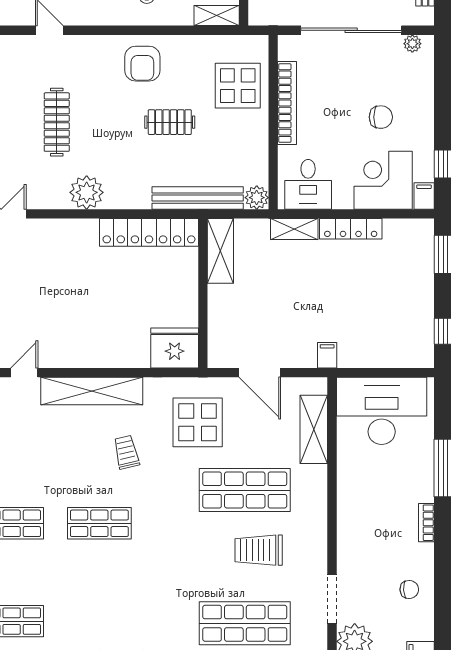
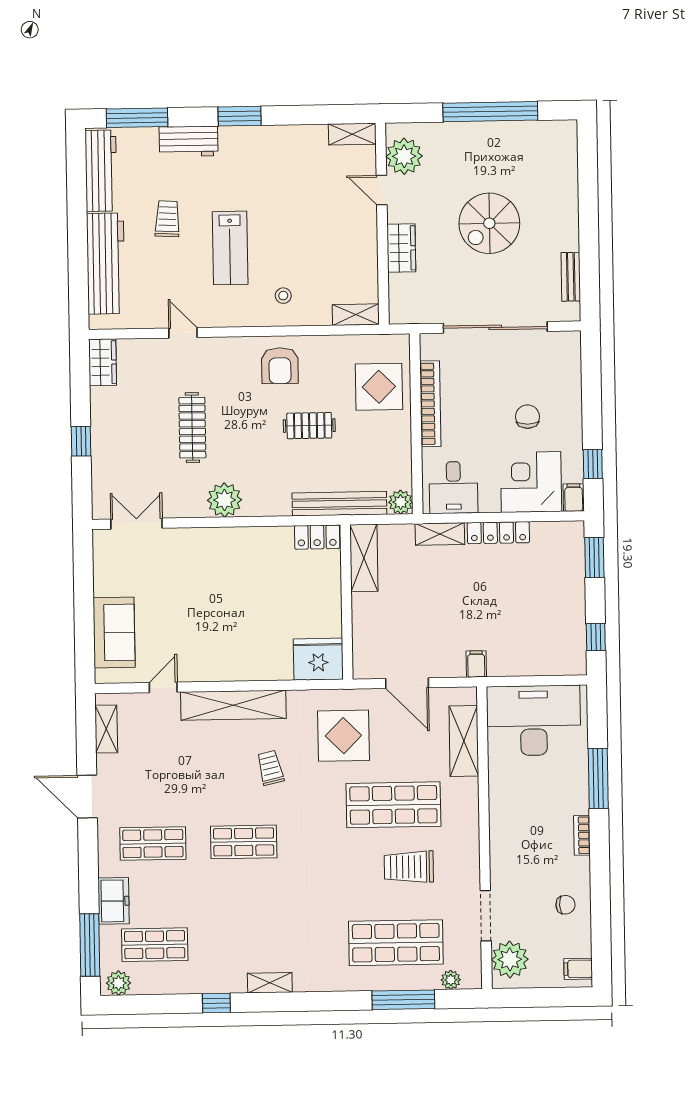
plant: (412, 44) -> (559, 340), removed
chair: (381, 117) -> (528, 417), turned -90
locker: (149, 232) -> (317, 537), width x0.46, depth x0.83

